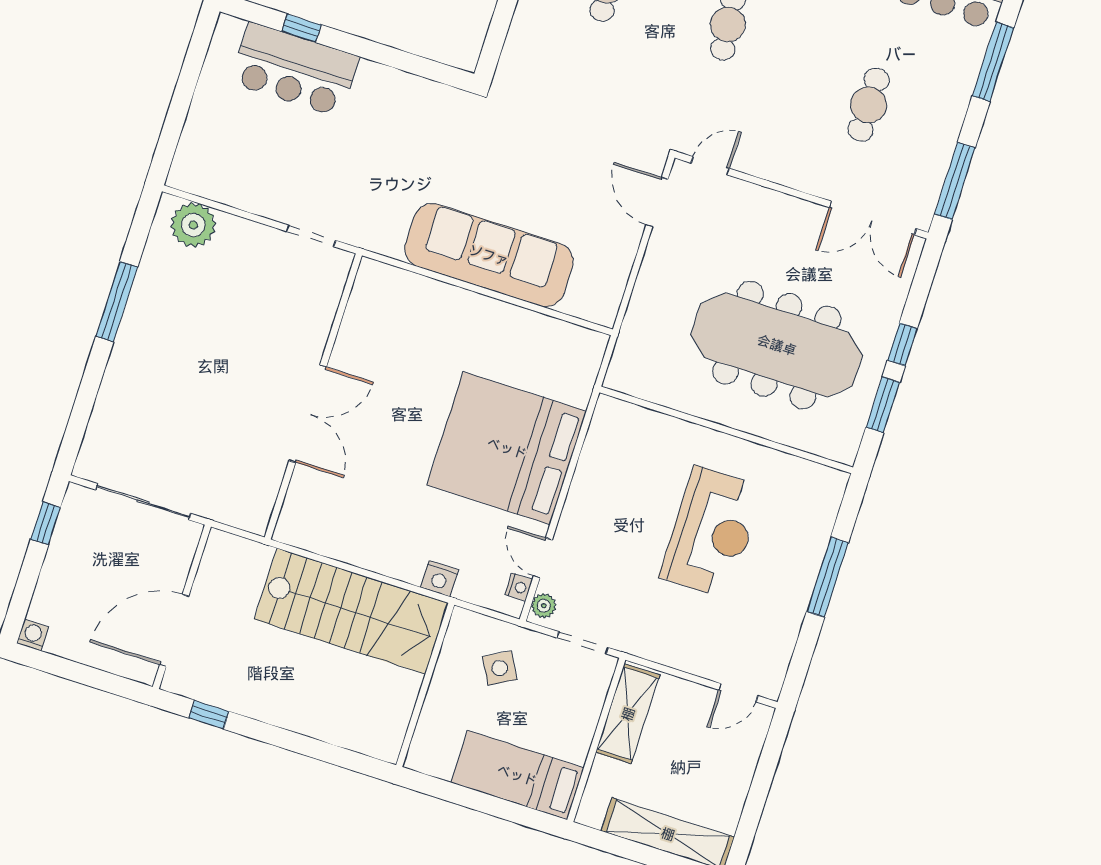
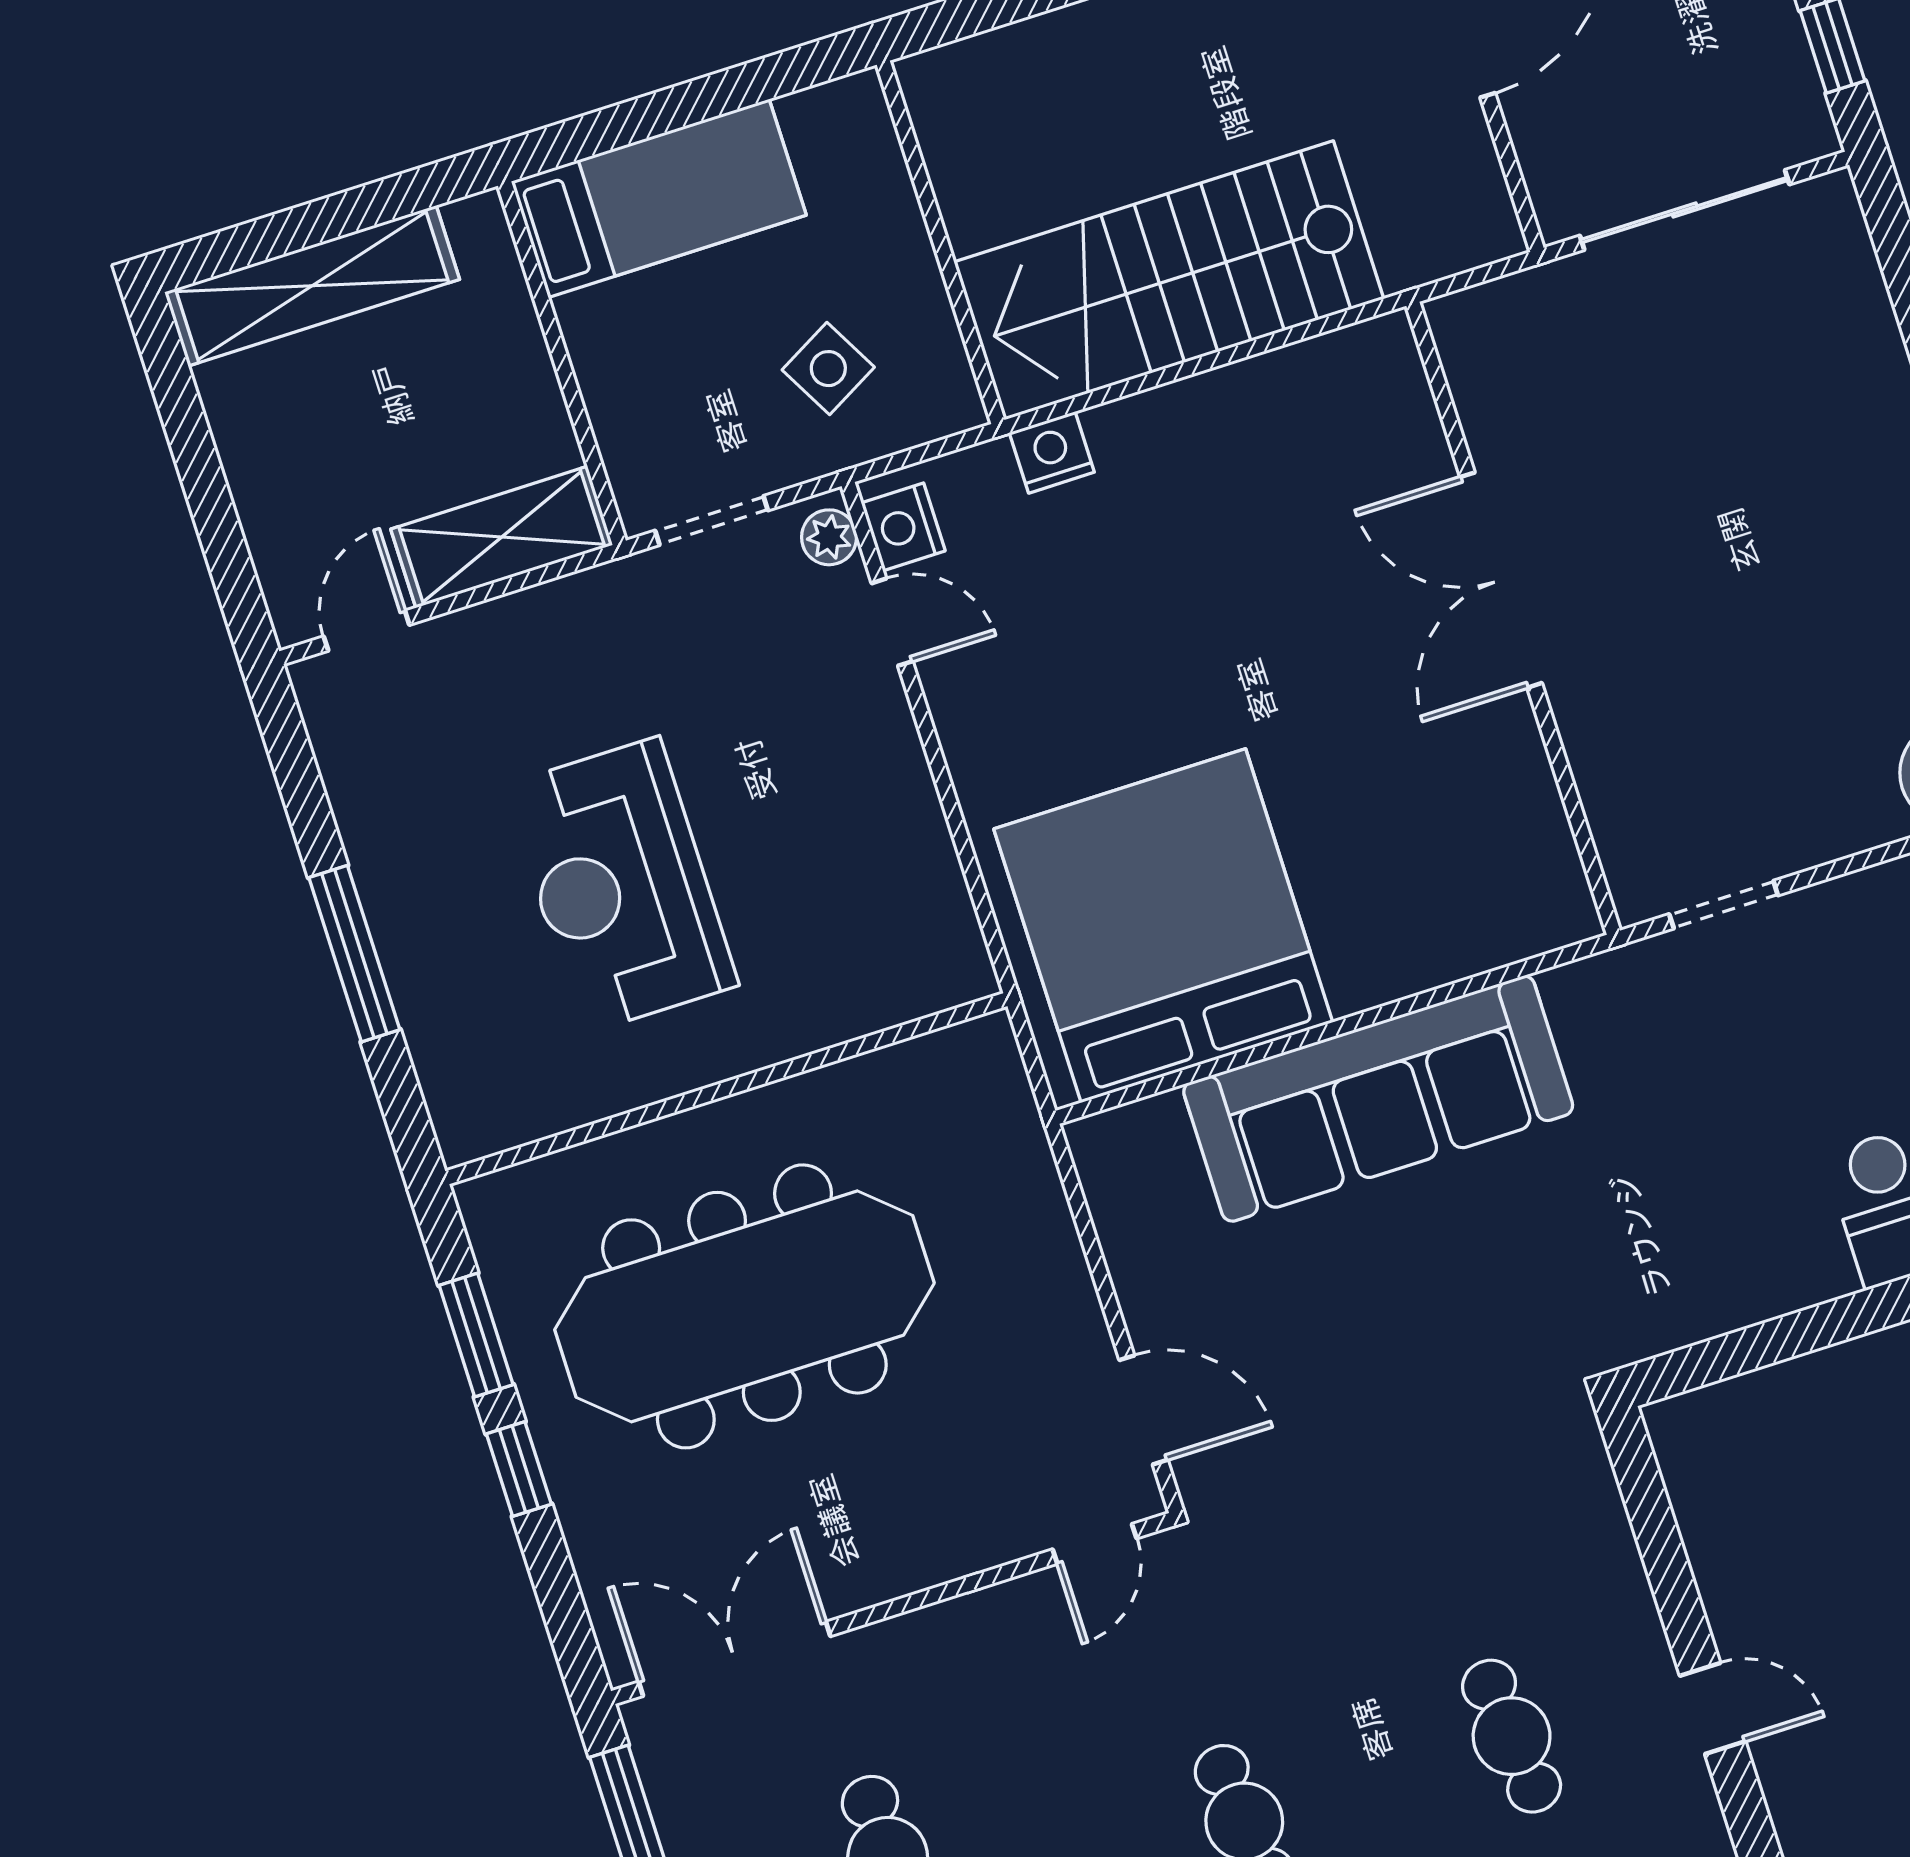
bed: (507, 448) -> (1163, 926), moved, turned -90
nightstand: (519, 587) -> (903, 527), width x1.39, depth x1.35
shelving: (628, 714) -> (502, 537), moved, turned 90

